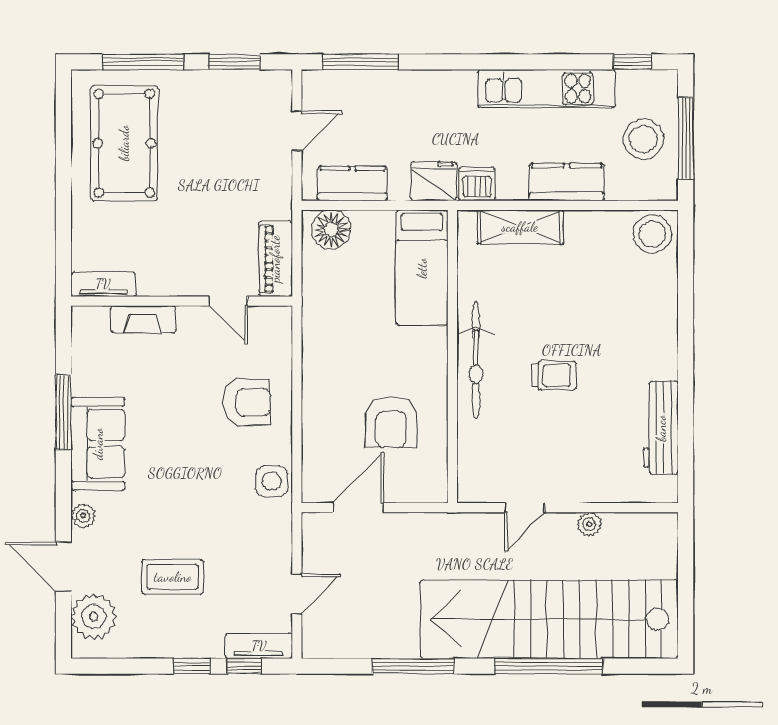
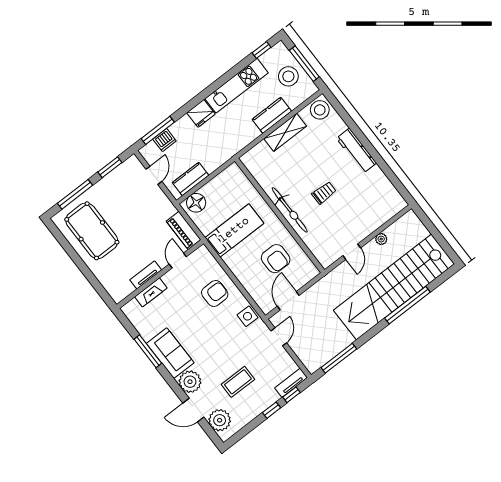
fridge: (434, 181) -> (201, 113), moved, turned 180
dishwasher: (477, 184) -> (164, 140), moved, turned 180
shelving: (520, 227) -> (285, 132), moved
bed: (422, 268) -> (234, 230), moved, turned -90
tv unit: (103, 284) -> (146, 275), moved
door: (228, 301) -> (178, 260), swing flipped
workbench: (661, 428) -> (356, 151), moved
plant: (83, 516) -> (190, 382), width x1.88, depth x1.88
door: (297, 594) -> (279, 337), moved
window: (413, 666) -> (339, 358), moved

